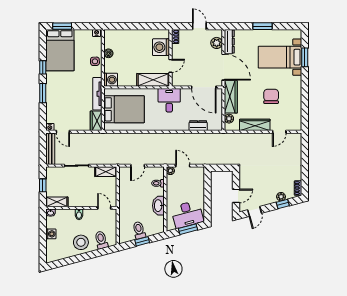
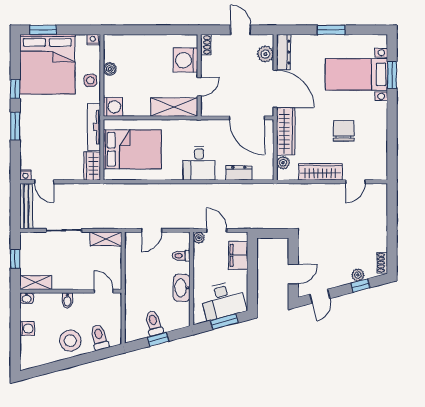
bed: (60, 50) -> (47, 64), width x1.36
desk: (169, 100) -> (199, 163), moved, turned 180
filing cabinet: (198, 183) -> (238, 255), added

